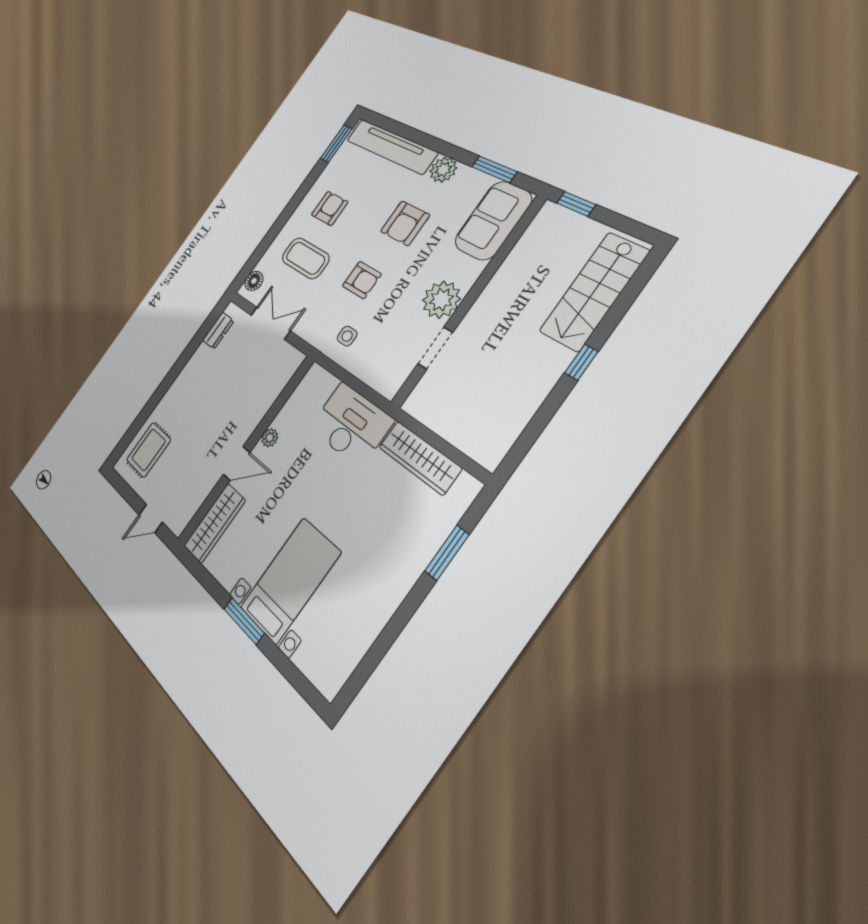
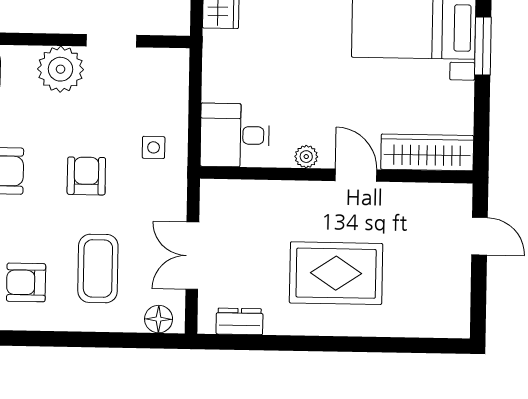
desk: (351, 424) -> (235, 135), moved, width x0.73
rug: (149, 450) -> (336, 273), moved, width x1.36, depth x1.43

